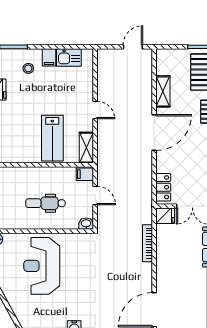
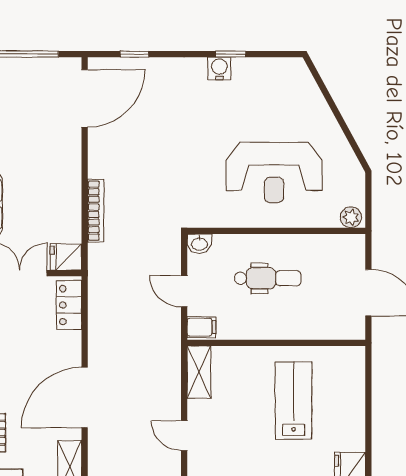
lab bench: (52, 138) -> (294, 401), moved
reception desk: (42, 266) -> (274, 172), turned 90

